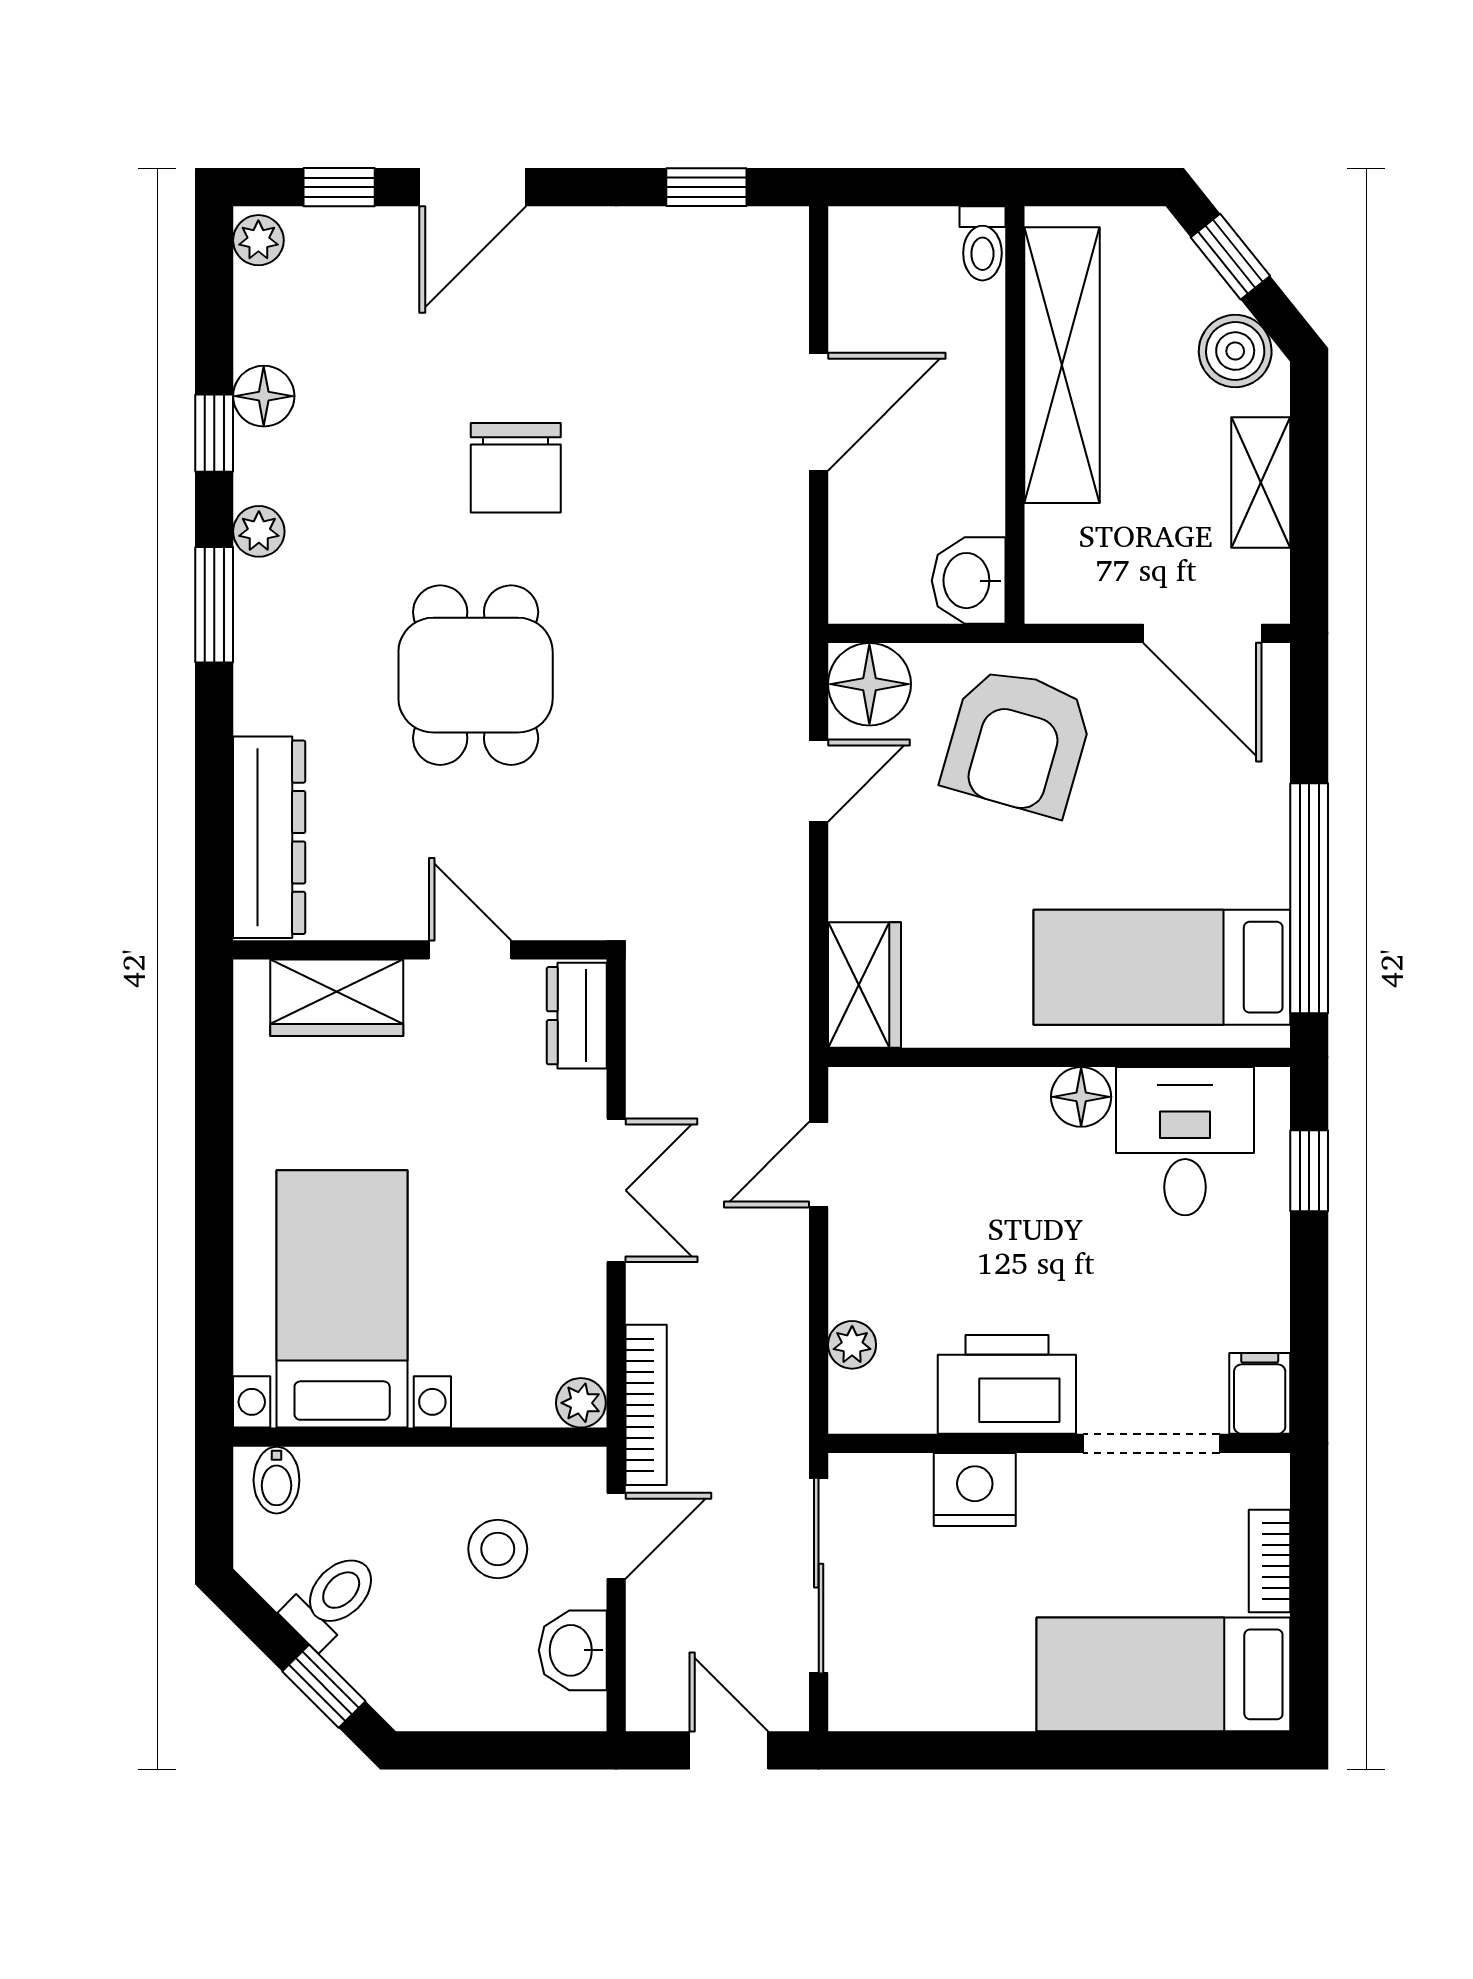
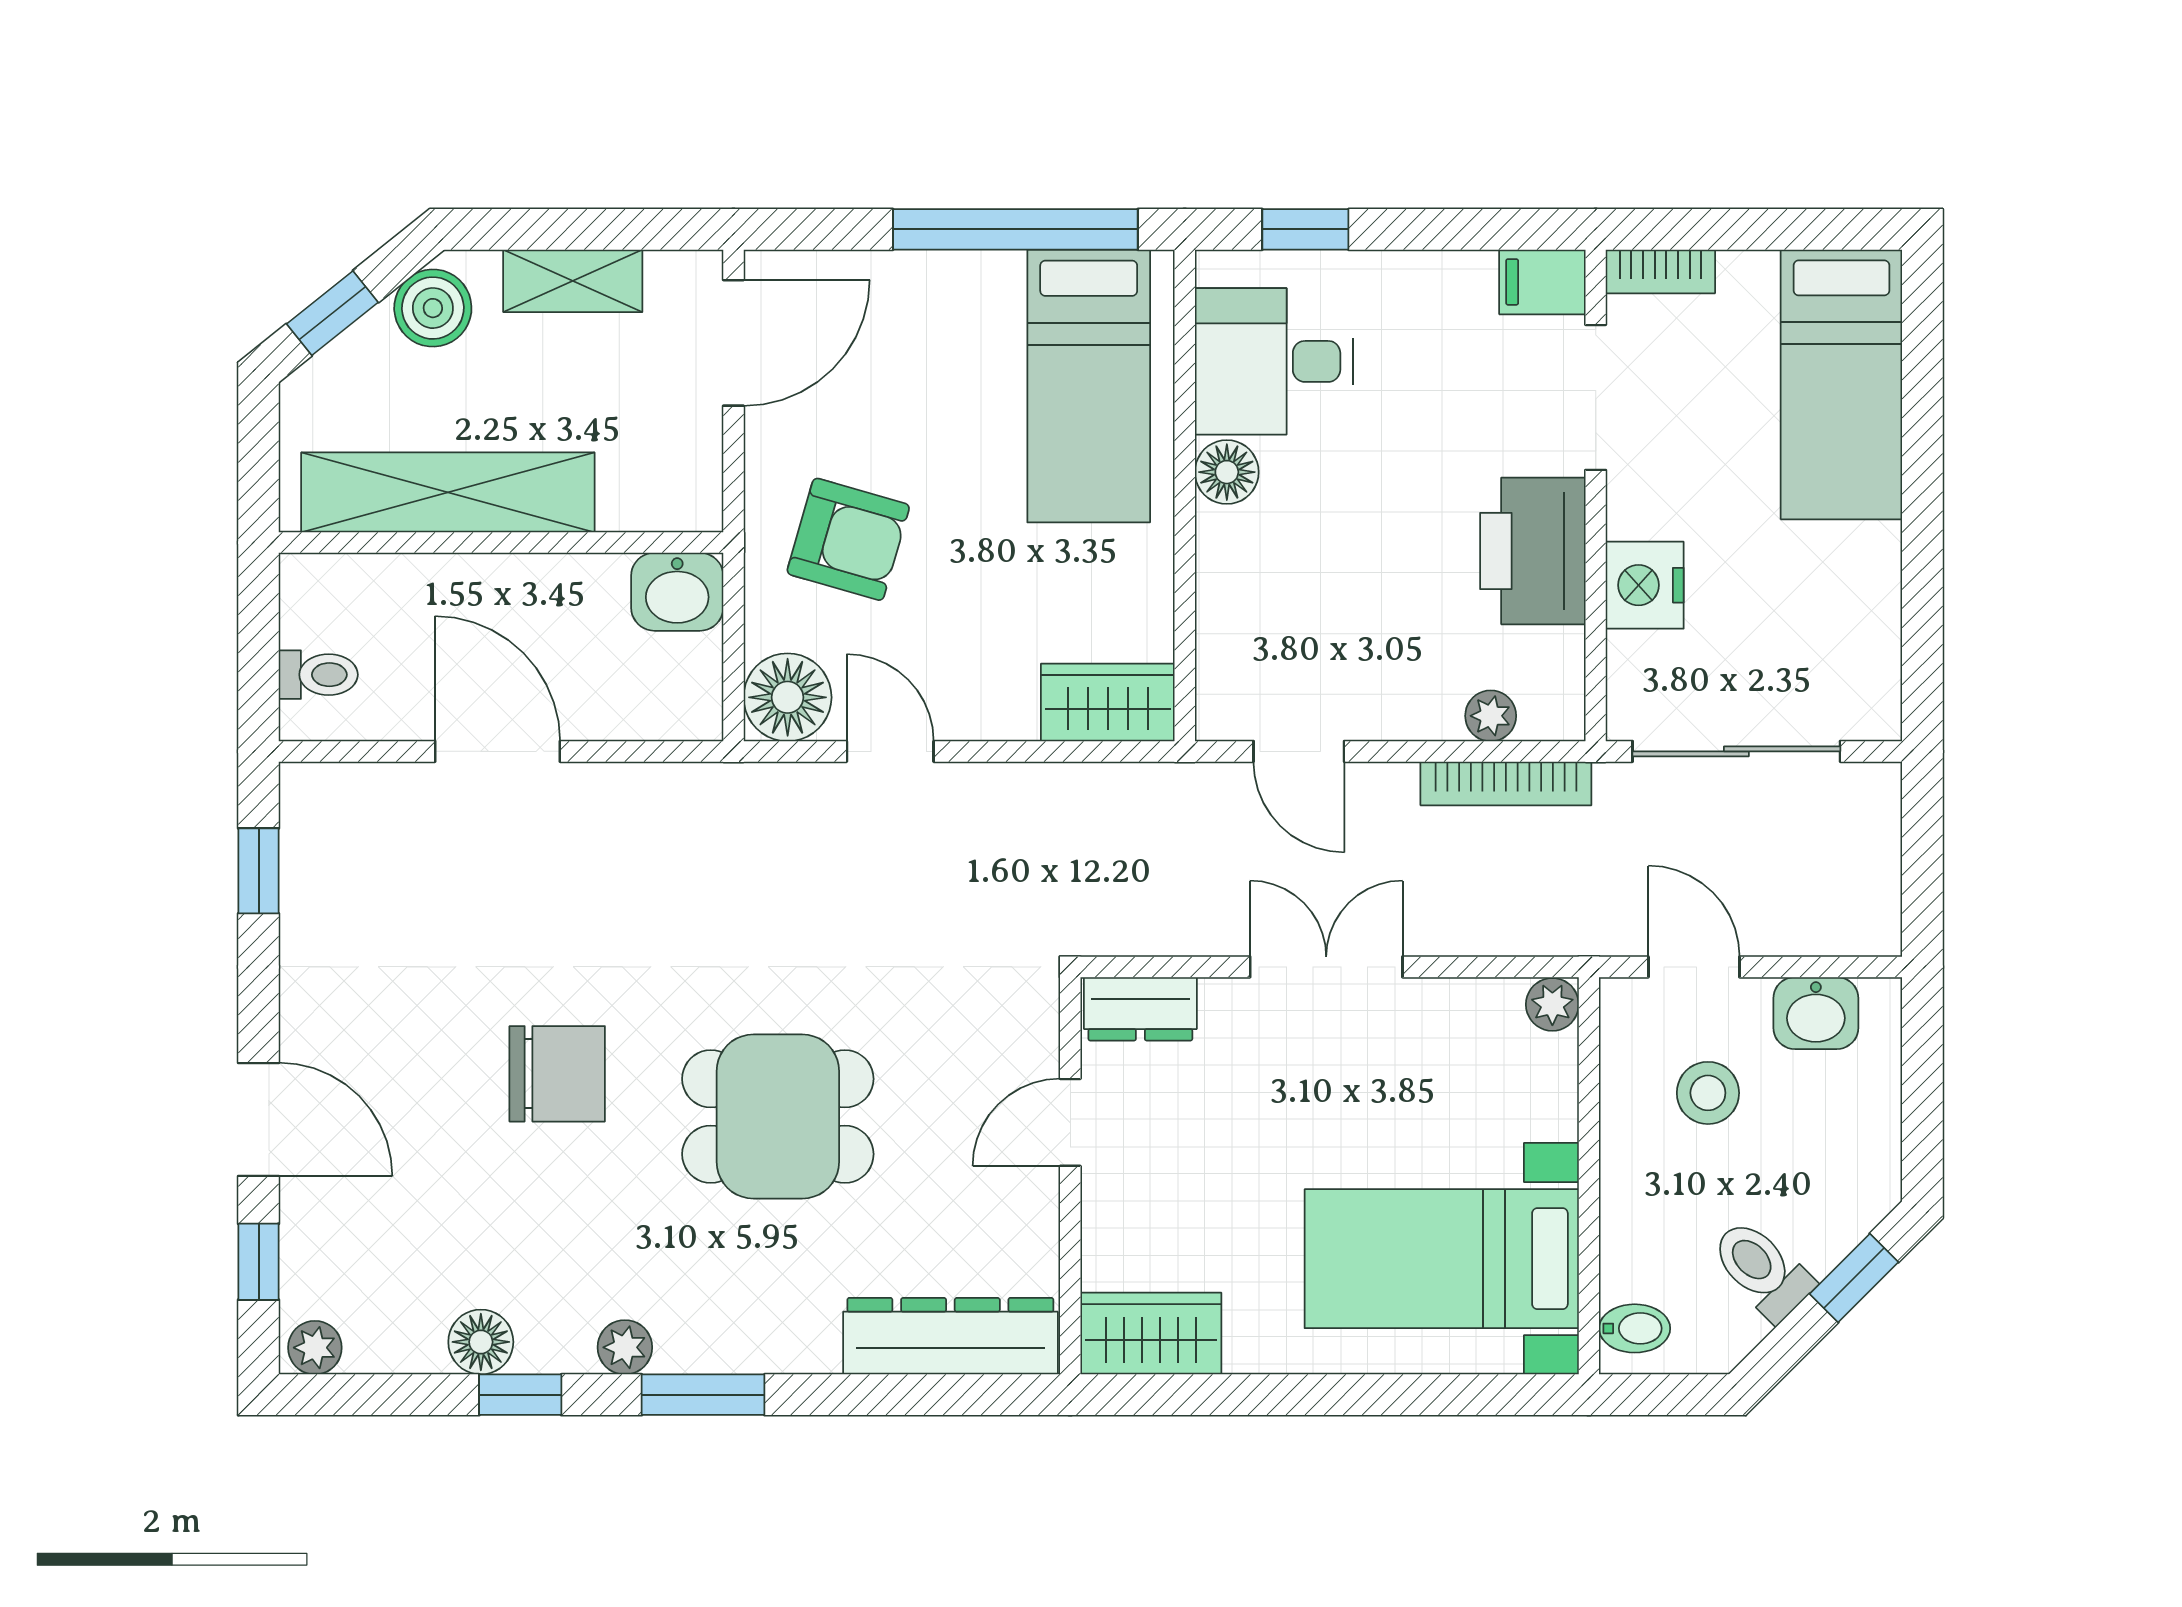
toilet: (982, 243) -> (318, 675), moved
armchair: (1018, 741) -> (848, 539), width x0.73, depth x0.73
wardrobe: (337, 998) -> (1151, 1334), moved, turned -90
bookcase: (646, 1405) -> (1506, 783), moved, turned 180
bookcase: (1270, 1561) -> (1660, 271), moved
door: (729, 1750) -> (1922, 847), removed

